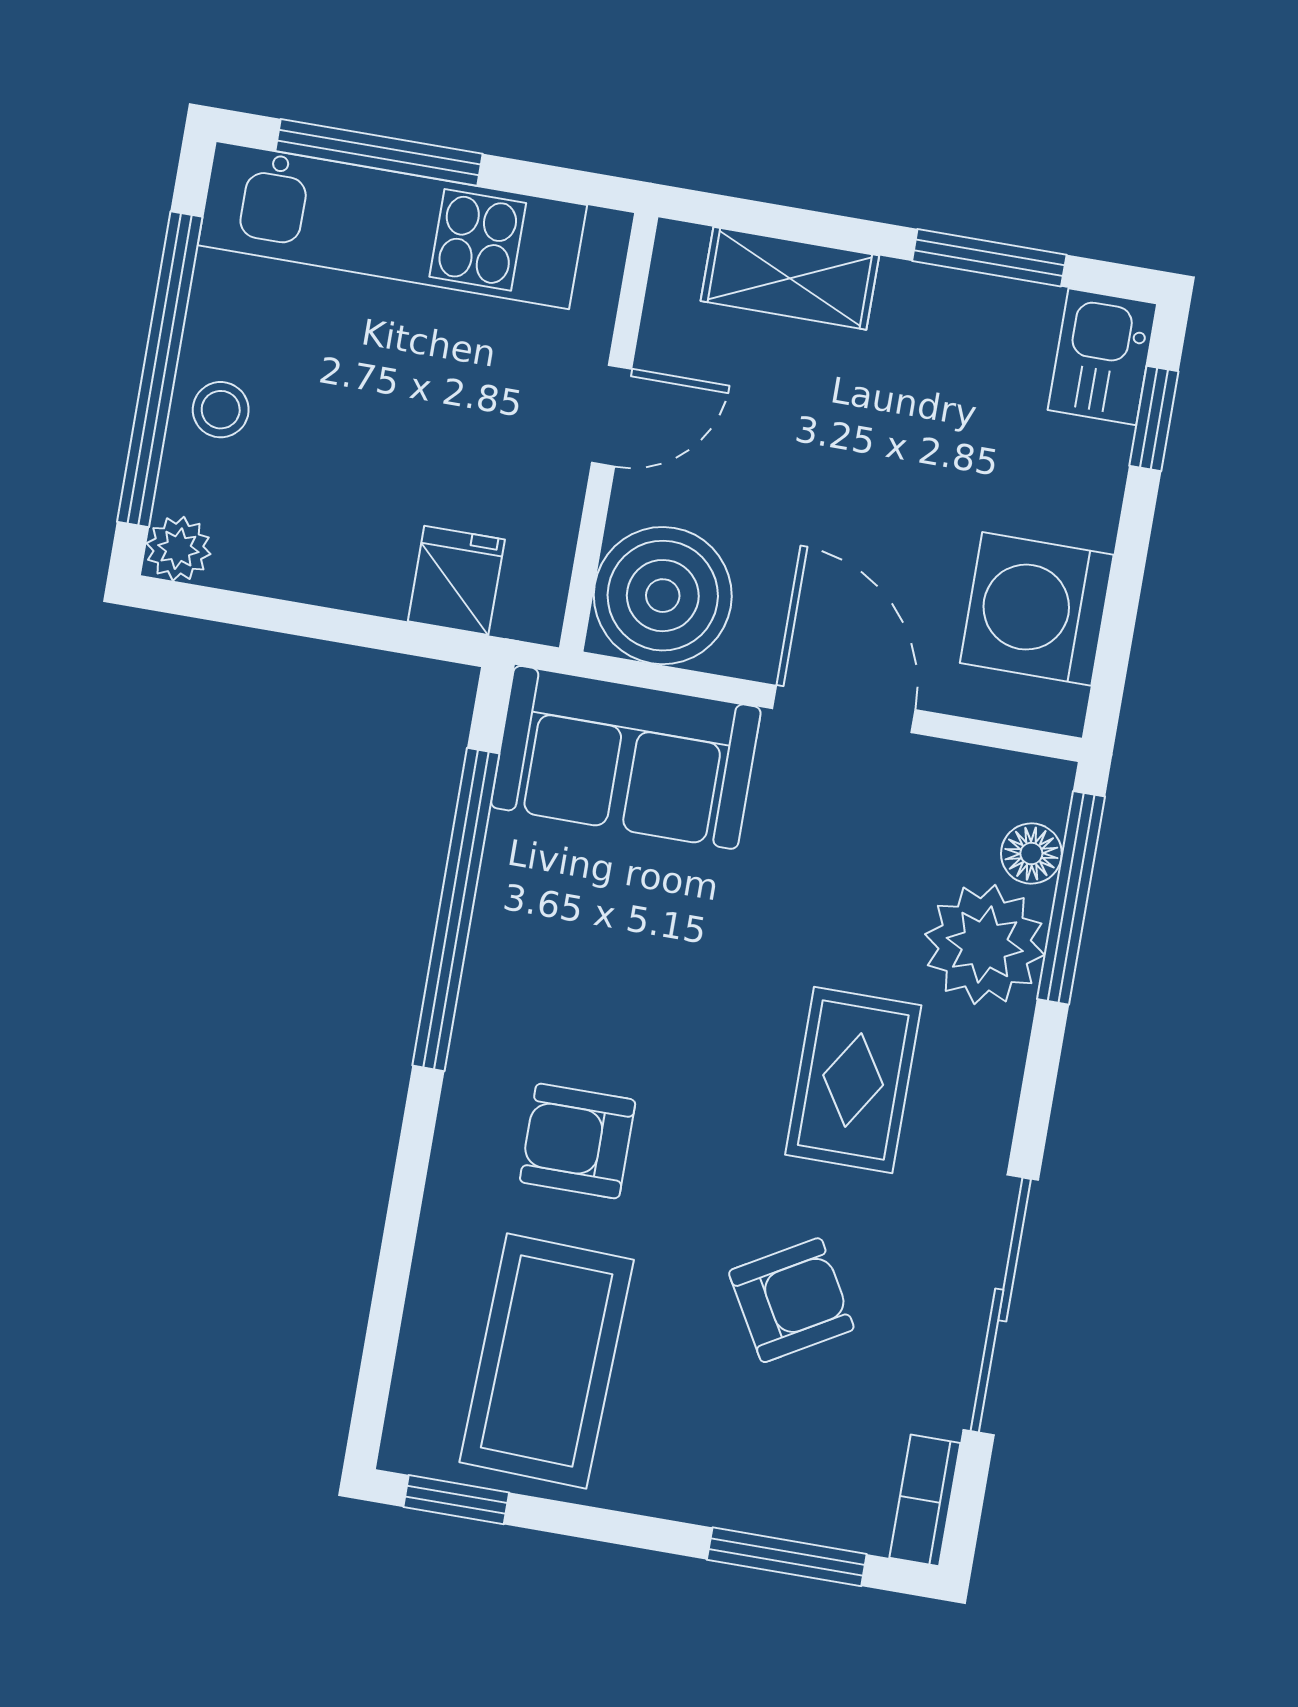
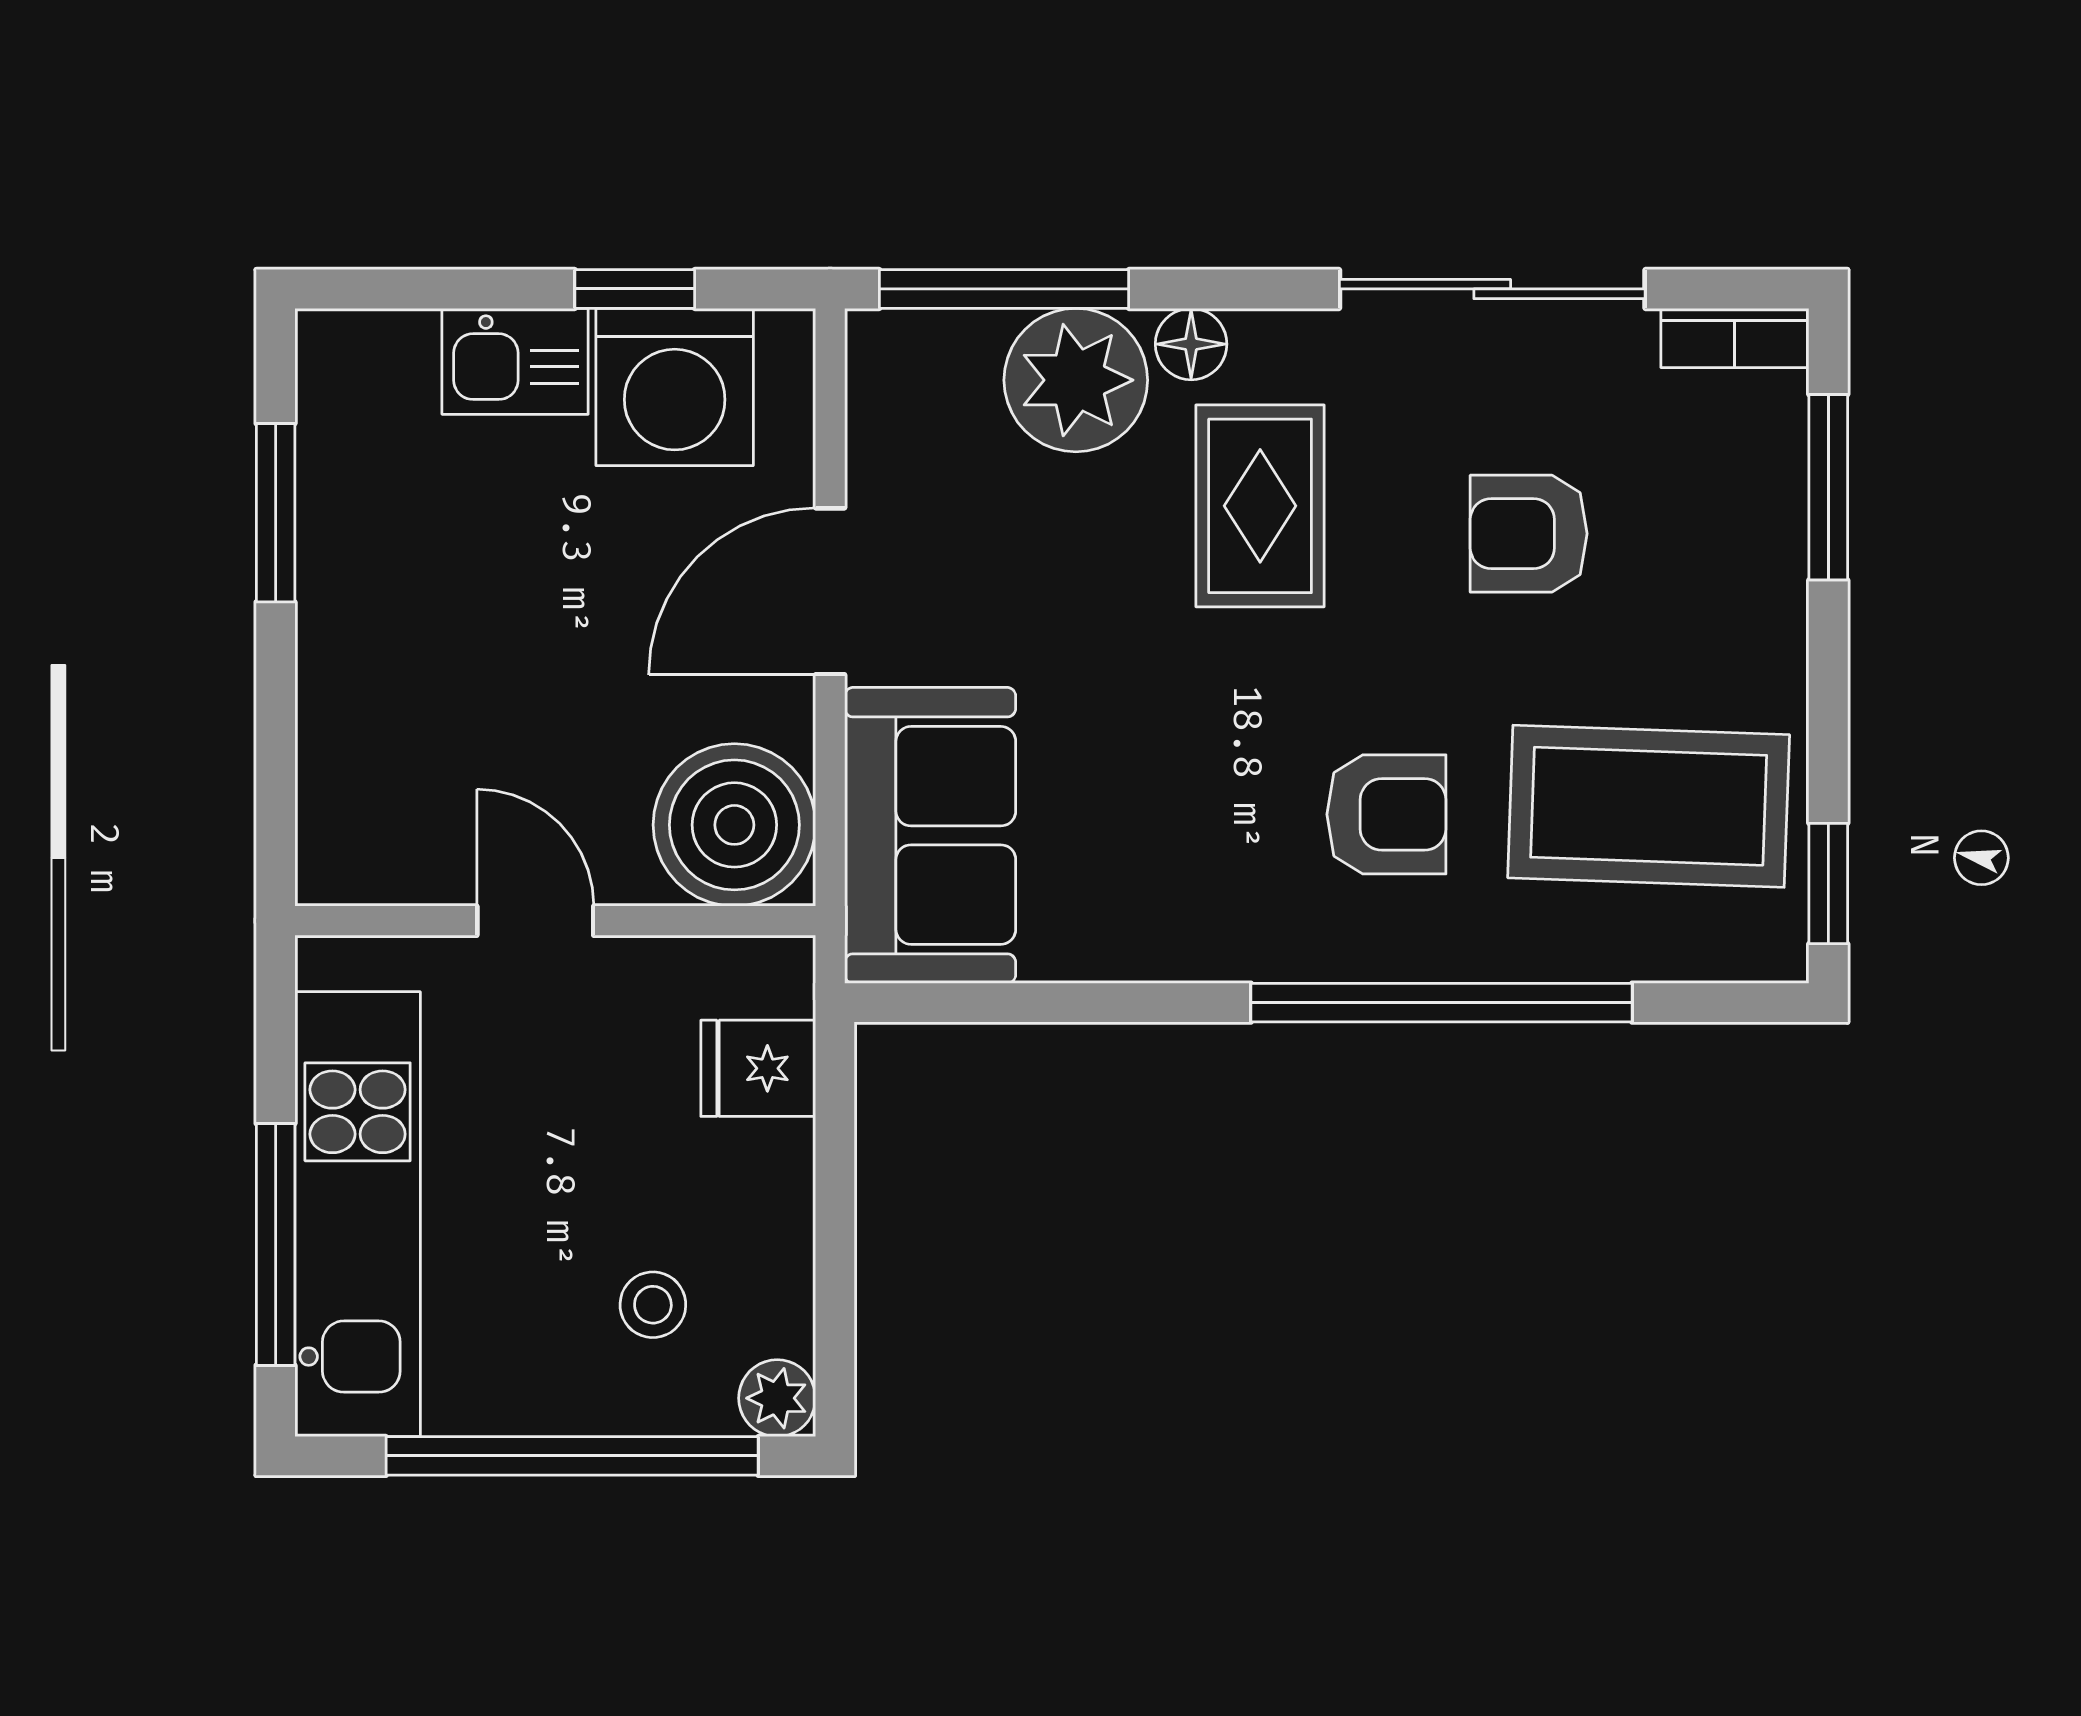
shelving: (790, 278) -> (339, 741), removed
kitchen sink: (1102, 357) -> (515, 361), moved
stool: (221, 410) -> (653, 1305), moved
window: (1154, 418) -> (635, 289), moved
floor lamp: (1031, 854) -> (1191, 344), moved
window: (456, 910) -> (1442, 1003), moved
rug: (853, 1080) -> (1260, 506), turned 90
armchair: (578, 1141) -> (1386, 814), turned -90
armchair: (791, 1300) -> (1529, 534), turned -60

